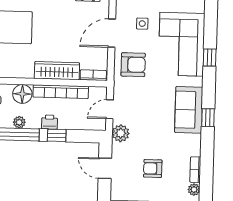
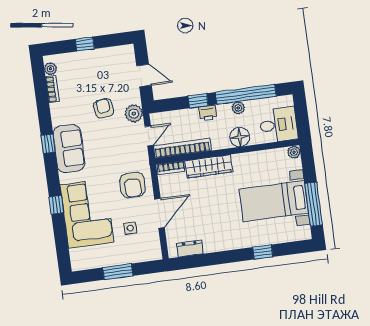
armchair: (133, 65) -> (133, 185), turned -90
bookcase: (61, 92) -> (182, 148), moved
armchair: (153, 168) -> (104, 108), moved, turned -97

